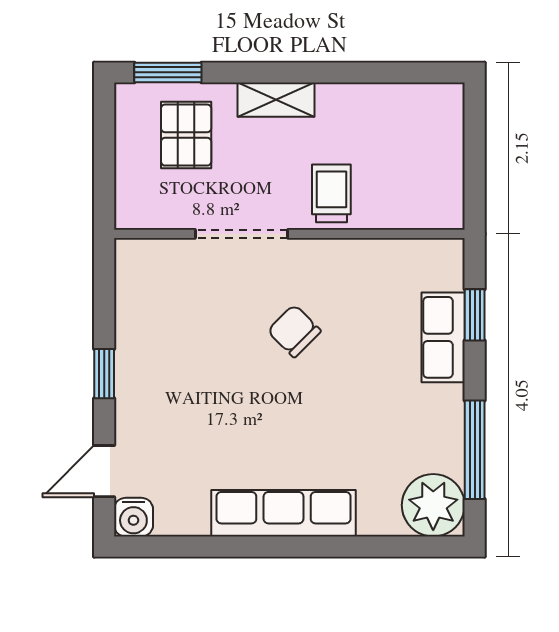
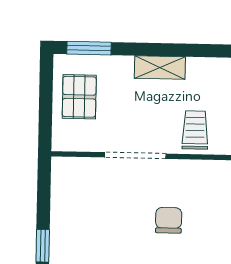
pallet: (186, 135) -> (79, 97), moved
chair: (294, 331) -> (169, 220), turned 45

